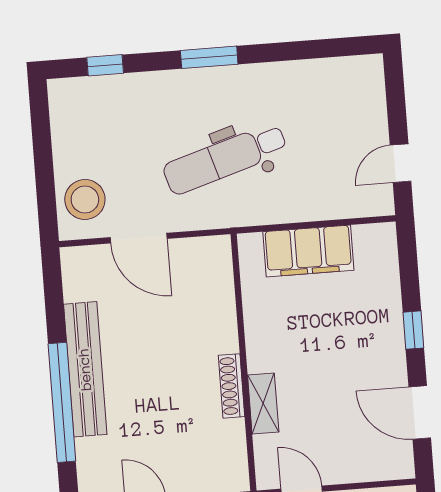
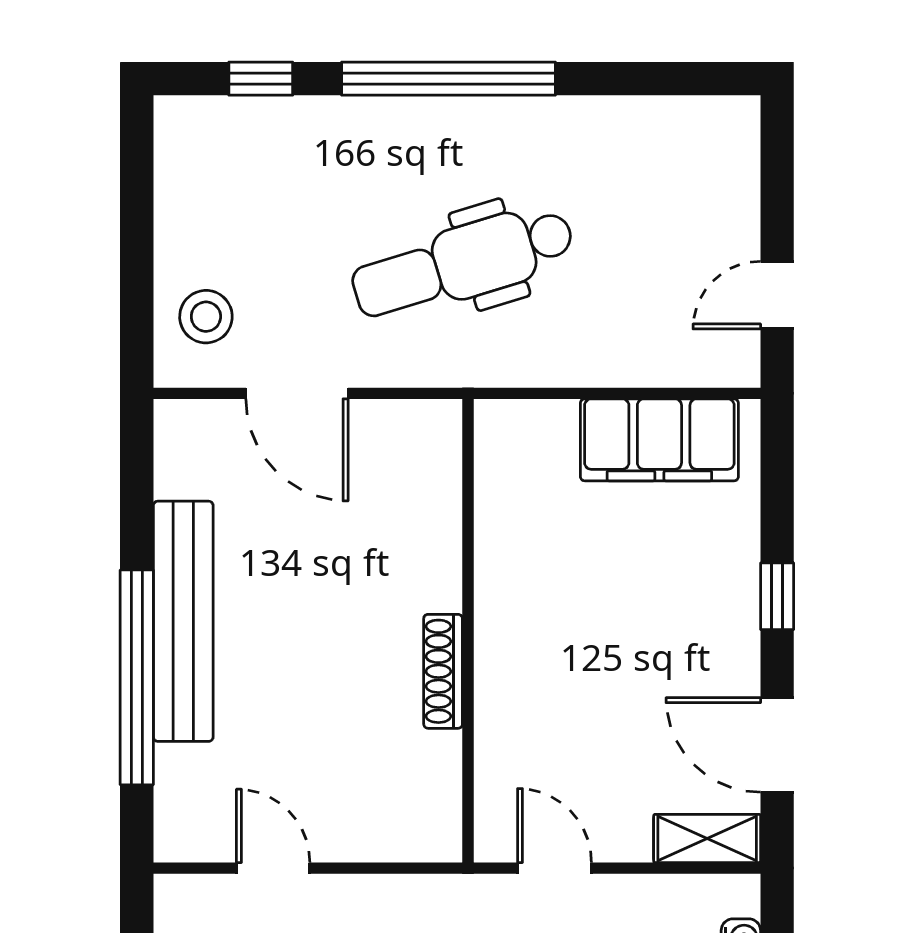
window: (209, 57) -> (448, 79), width x2.11
stool: (85, 200) -> (206, 317), width x0.73, depth x0.73
filing cabinet: (308, 251) -> (659, 440), moved
shelving: (263, 403) -> (707, 838), moved, turned 90

